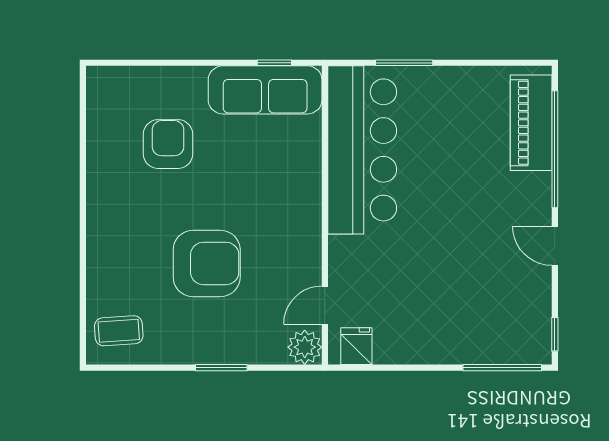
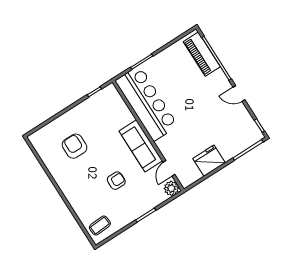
sofa: (265, 90) -> (141, 146), moved, turned 90
armchair: (207, 263) -> (116, 181), width x0.53, depth x0.53
fridge: (356, 346) -> (209, 161), moved, width x1.88, depth x1.34

